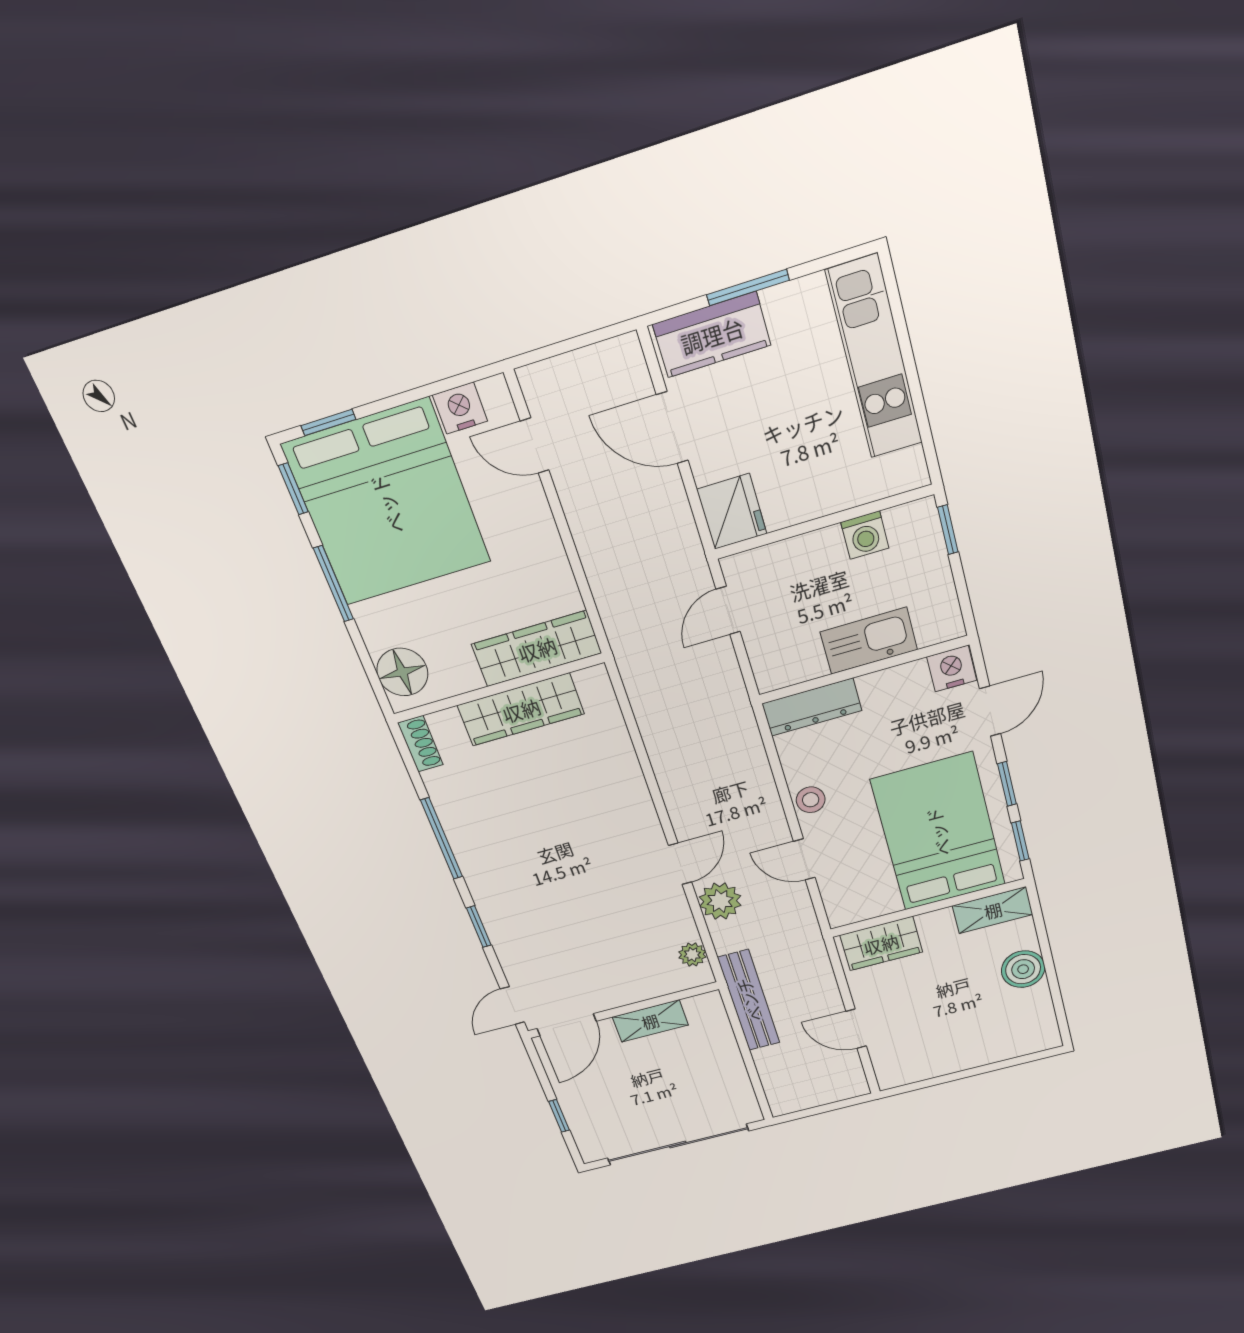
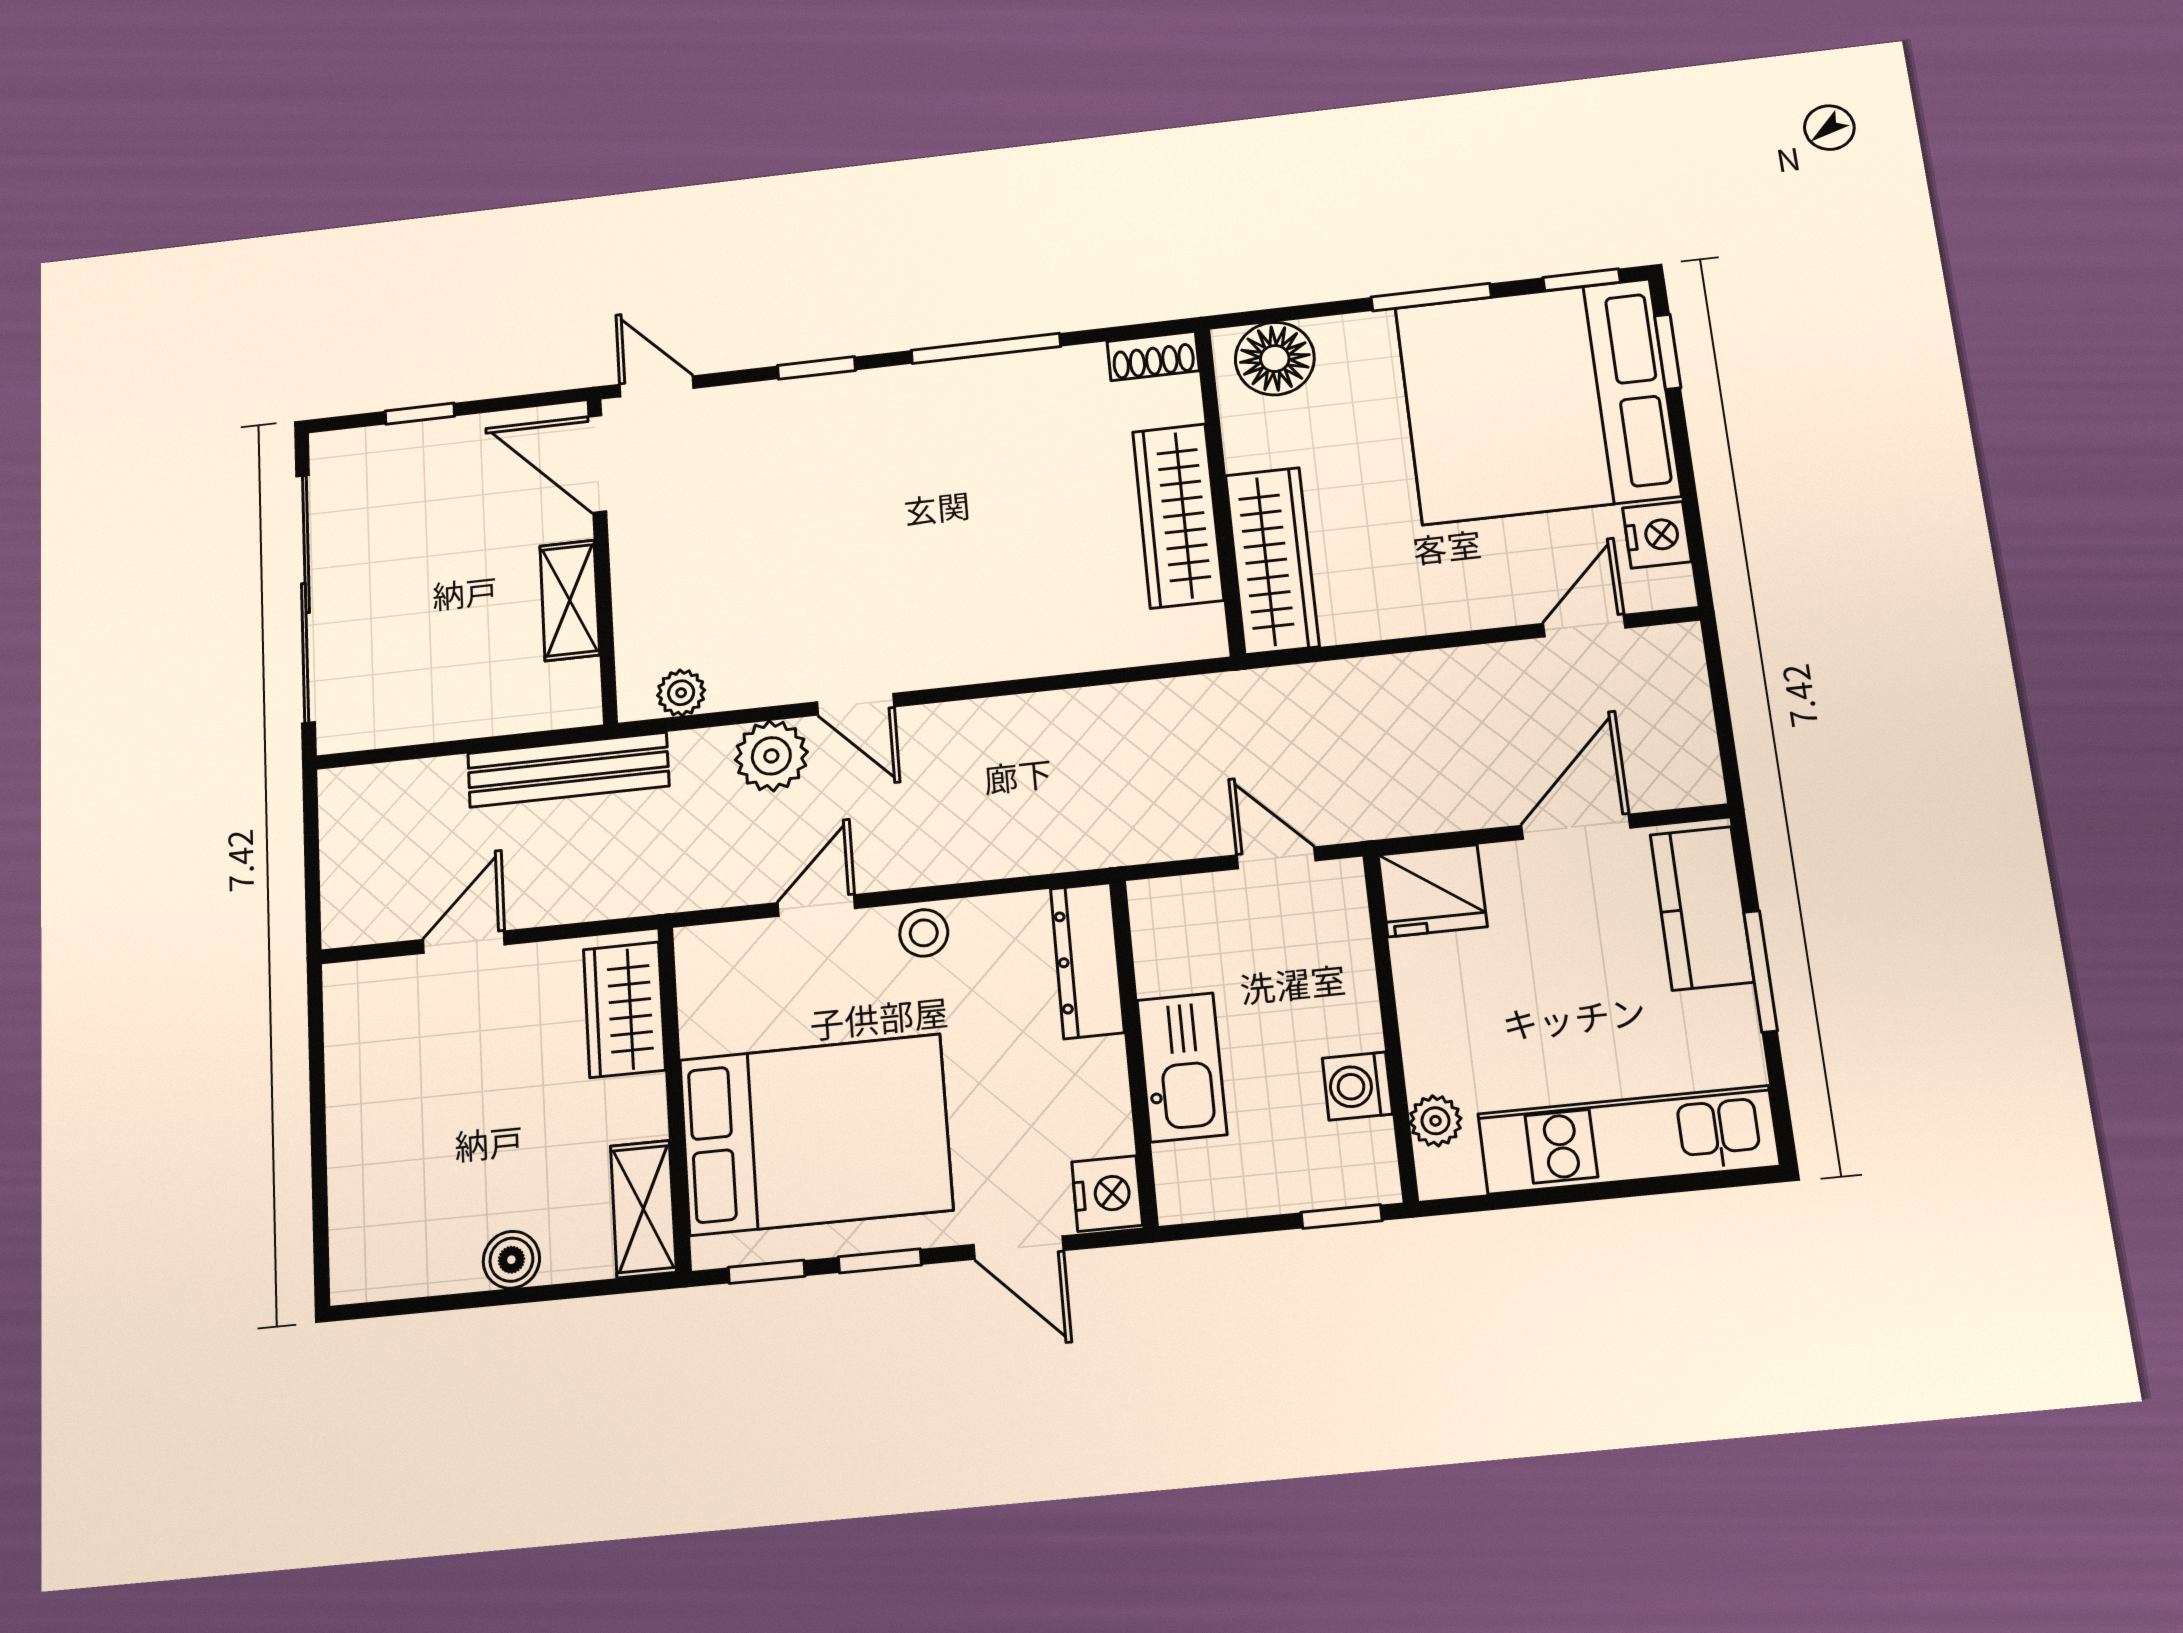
plant: (880, 483) -> (1435, 1121), added
boiler: (1023, 969) -> (511, 1260), width x0.73, depth x0.73

